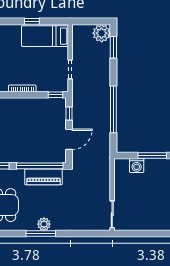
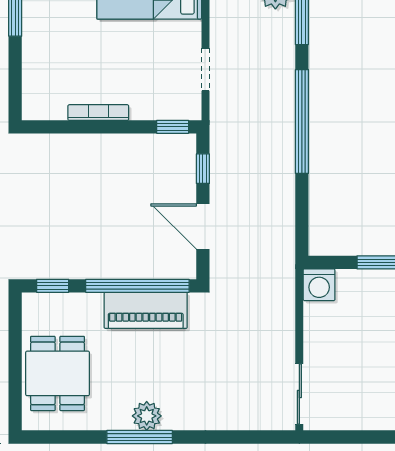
window: (113, 109) -> (302, 122), moved
door: (69, 139) -> (203, 227), swing flipped
washing machine: (137, 165) -> (319, 285), moved

